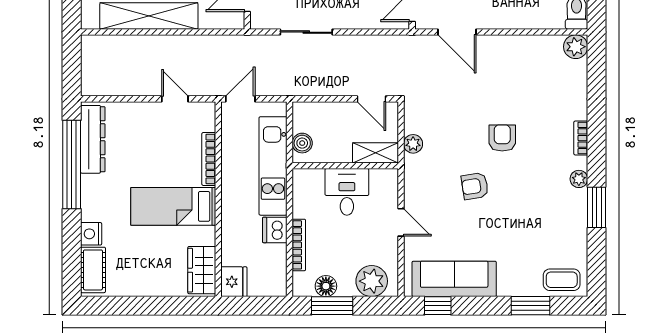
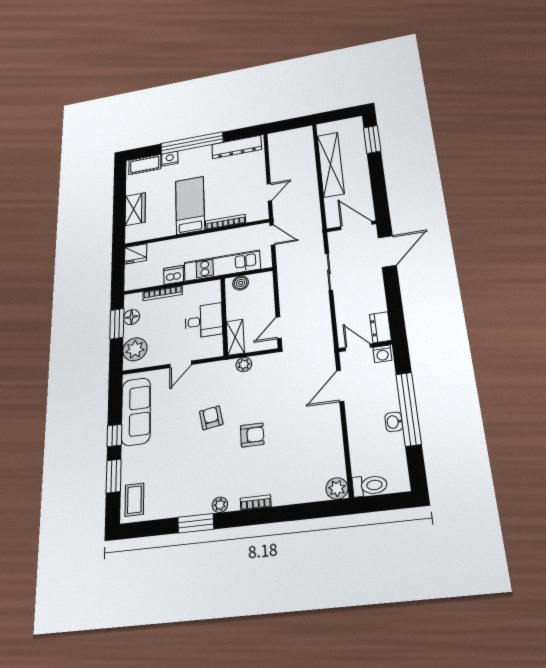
window: (72, 164) -> (192, 143), moved
wardrobe: (202, 270) -> (135, 209), moved, turned 90
window: (438, 306) -> (114, 435), moved

